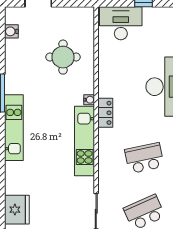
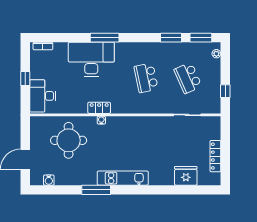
round table: (63, 57) -> (69, 140), width x1.36, depth x1.36
locker: (105, 113) -> (99, 108), moved
kitchen unit: (85, 141) -> (133, 124), removed

